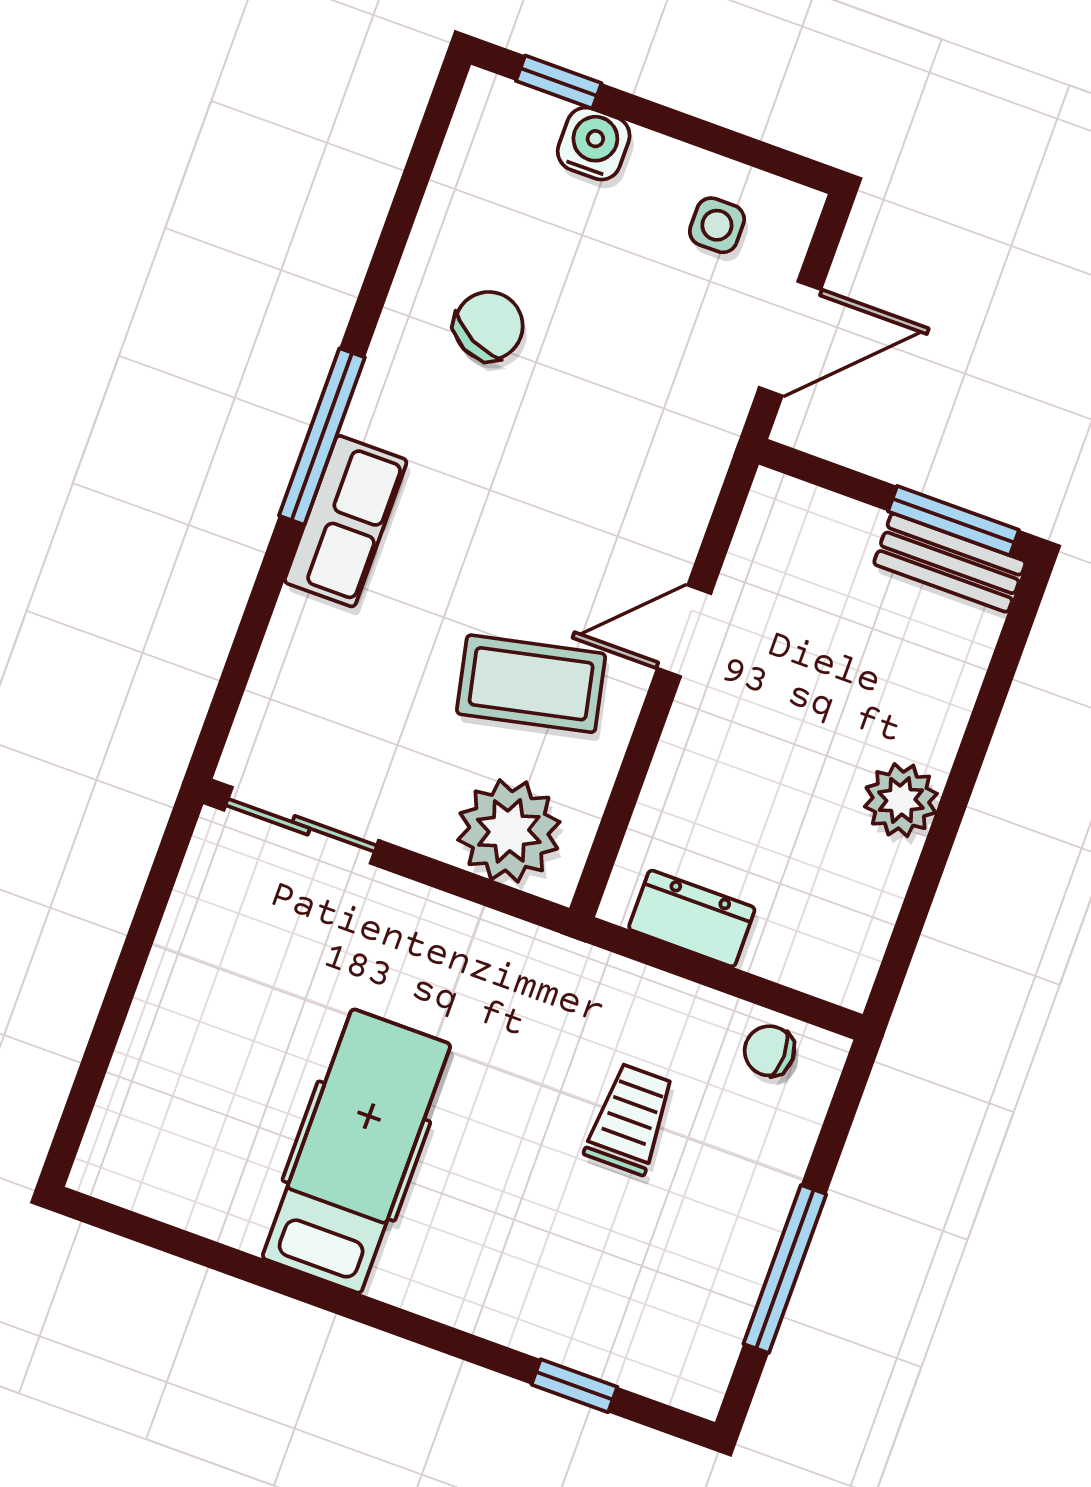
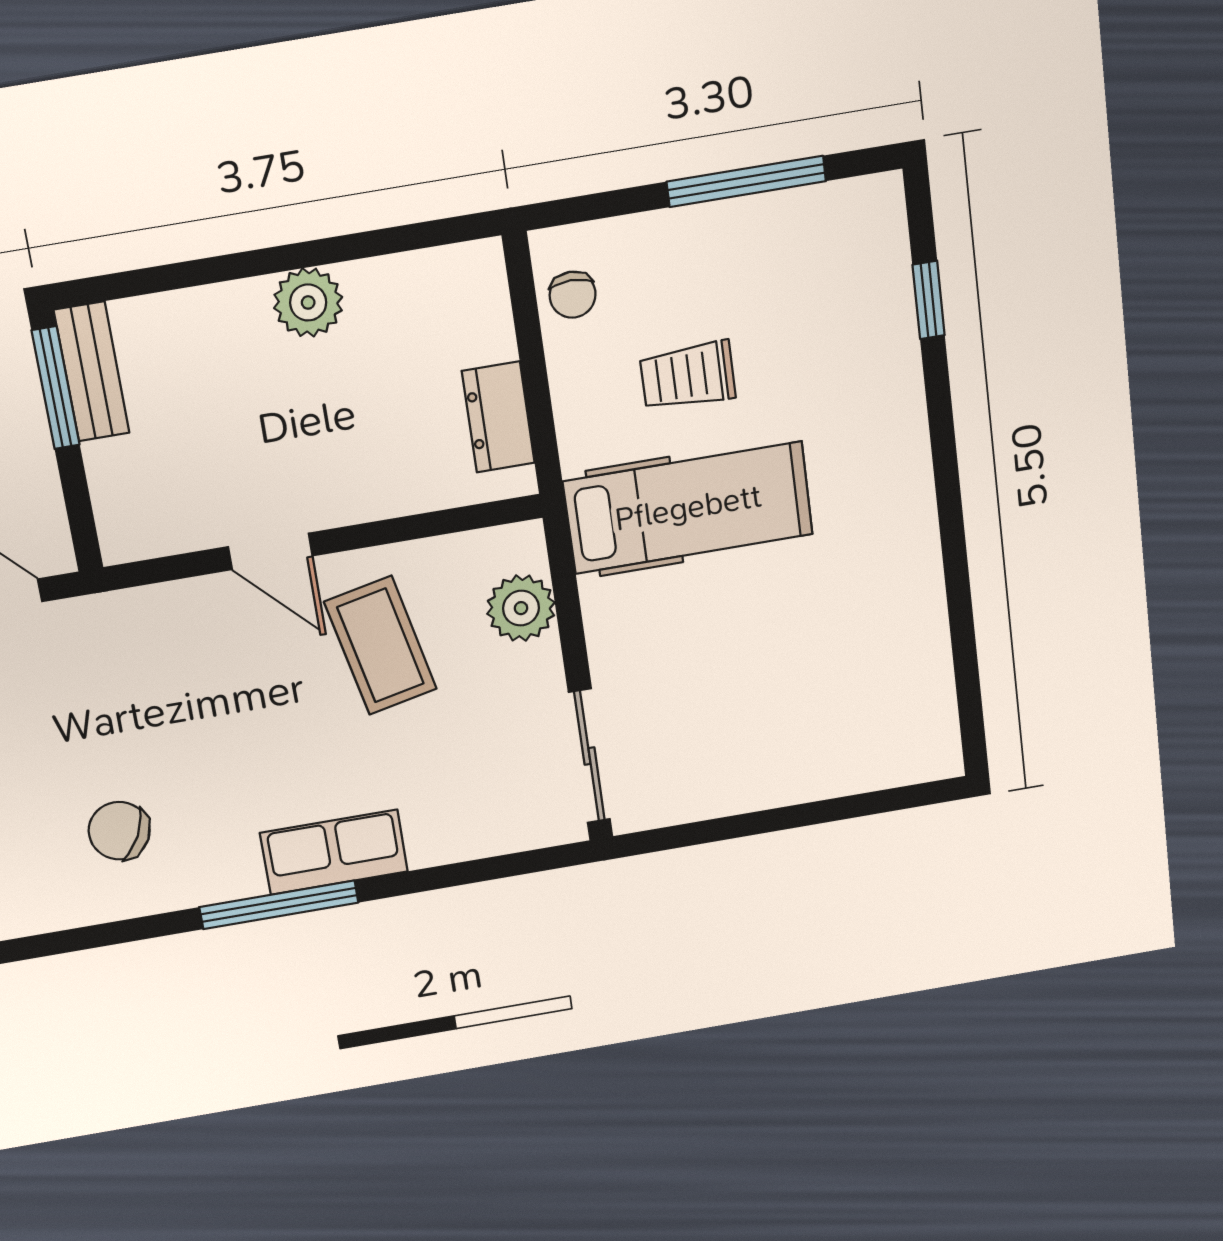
plant: (509, 831) -> (521, 608), width x0.73, depth x0.73
hospital bed: (356, 1151) -> (688, 508), moved, turned 180

